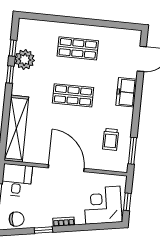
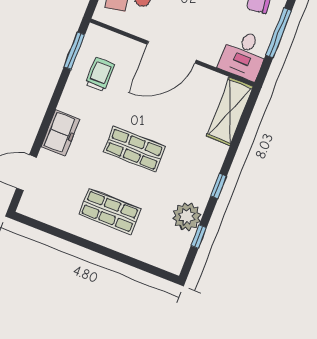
window: (10, 75) -> (218, 186), moved
shelving: (16, 129) -> (230, 111), width x0.68
door: (66, 168) -> (171, 52), hinge flipped

